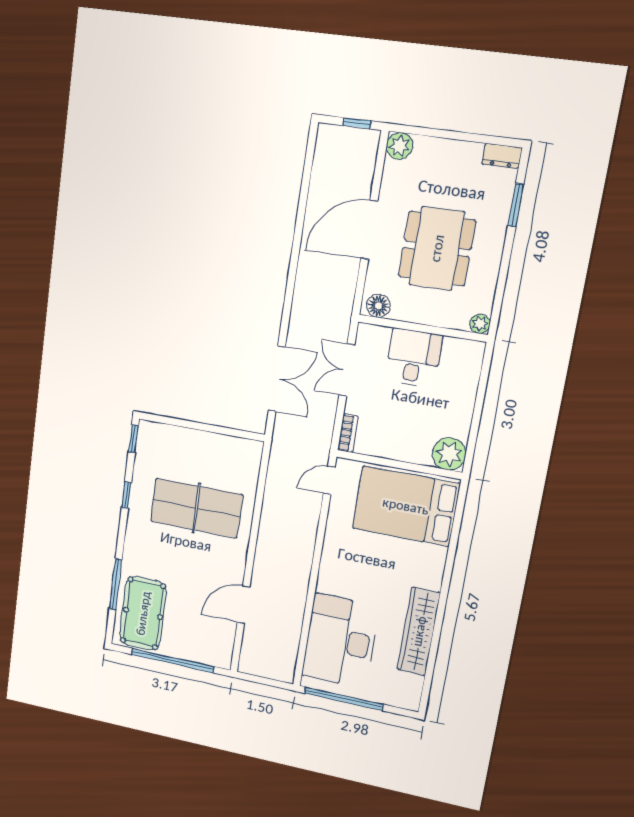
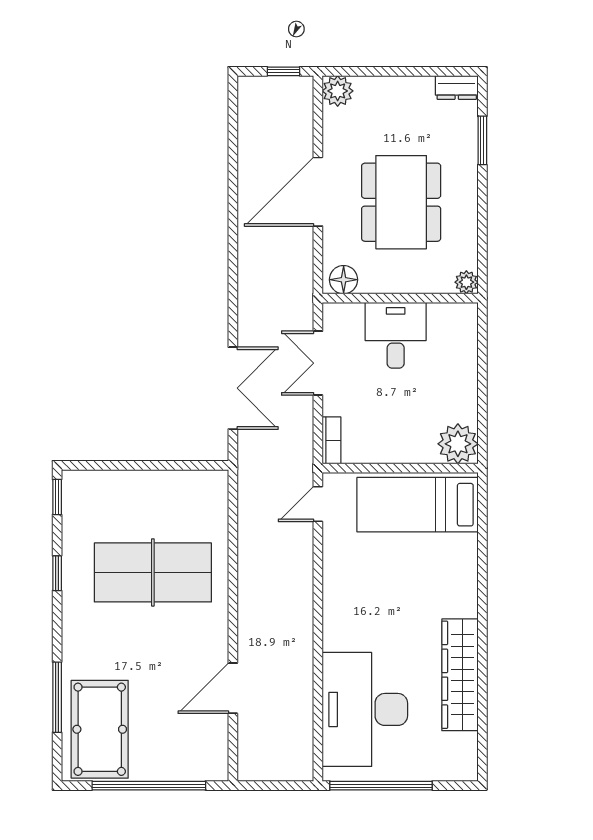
bed: (406, 506) -> (418, 505), width x0.67

